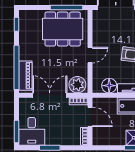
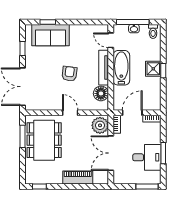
window: (66, 7) -> (22, 136), width x0.69
window: (16, 67) -> (83, 187), removed
piano: (25, 76) -> (78, 178), moved
desk: (32, 131) -> (147, 157), moved

